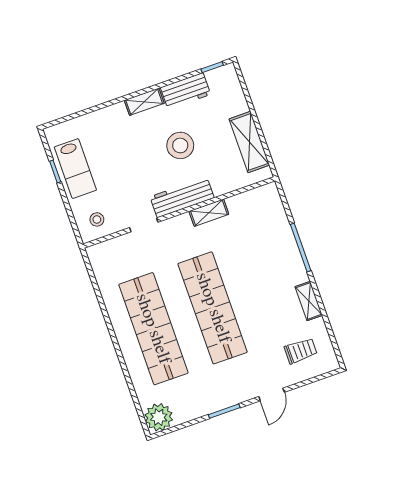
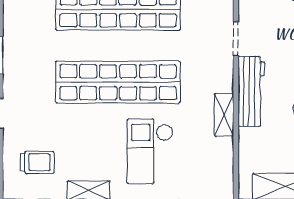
checkout: (260, 262) -> (150, 151), added
trolley: (301, 351) -> (37, 162), turned -90

